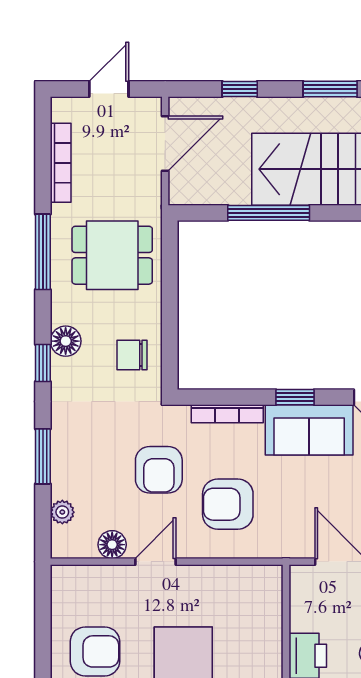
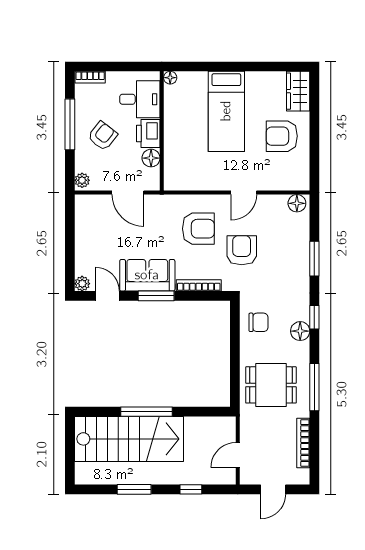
door: (165, 144) -> (238, 455), width x0.73
window: (269, 213) -> (147, 412), moved
window: (295, 397) -> (156, 296), width x1.50
plant: (62, 512) -> (302, 224), removed
floor lamp: (112, 545) -> (297, 203), moved
floor lamp: (303, 617) -> (151, 158), added

